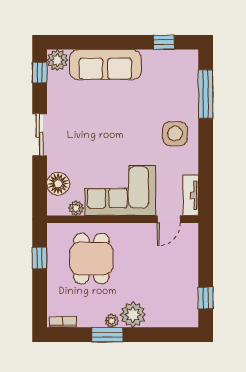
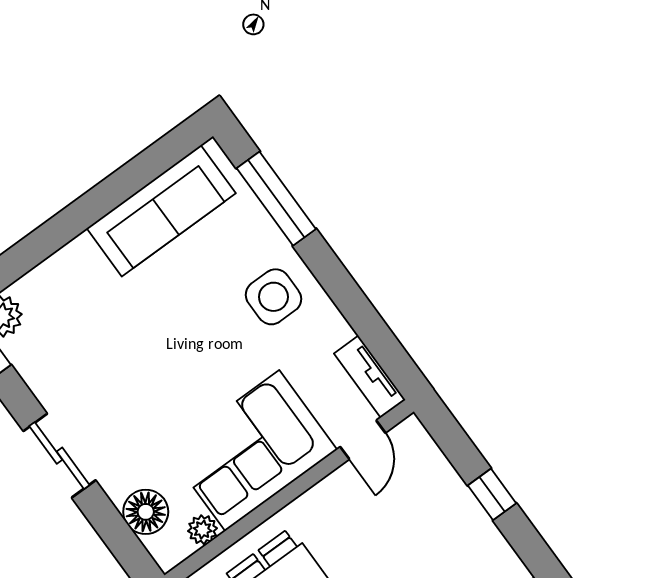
window: (164, 42) -> (150, 165), removed
sofa: (105, 65) -> (161, 211), moved
window: (206, 298) -> (492, 494), moved

